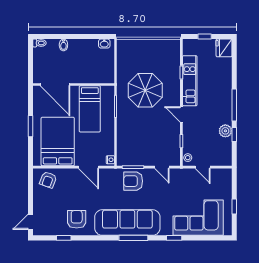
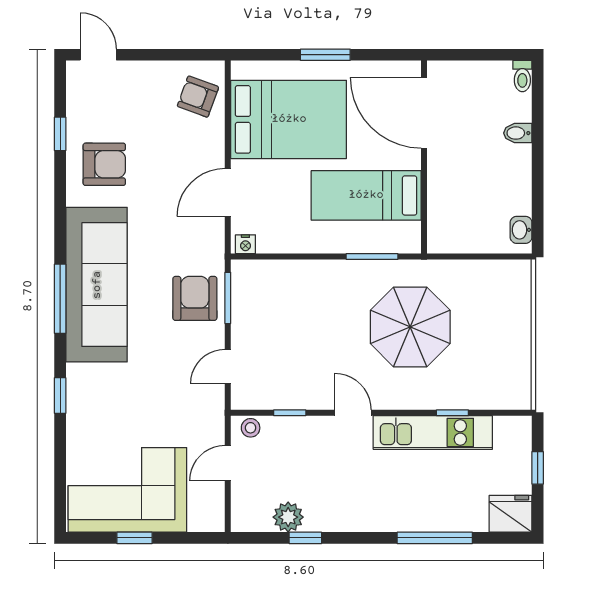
door: (55, 84) -> (424, 113), hinge flipped
window: (234, 105) -> (435, 538), moved
door: (181, 114) -> (353, 413), hinge flipped
plant: (225, 131) -> (288, 517), moved
corner sofa: (198, 218) -> (127, 490), moved, turned -90

